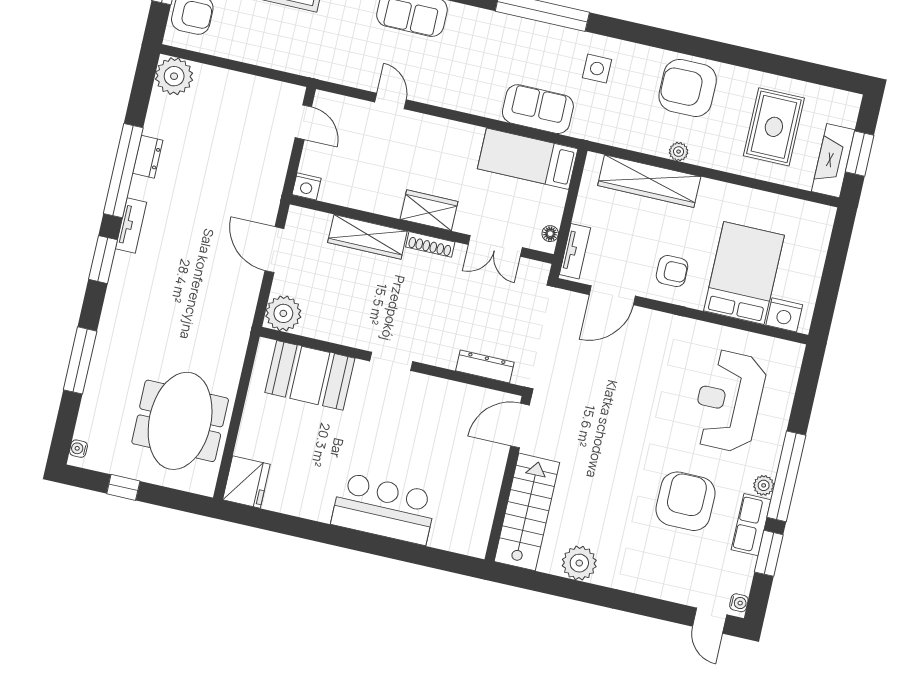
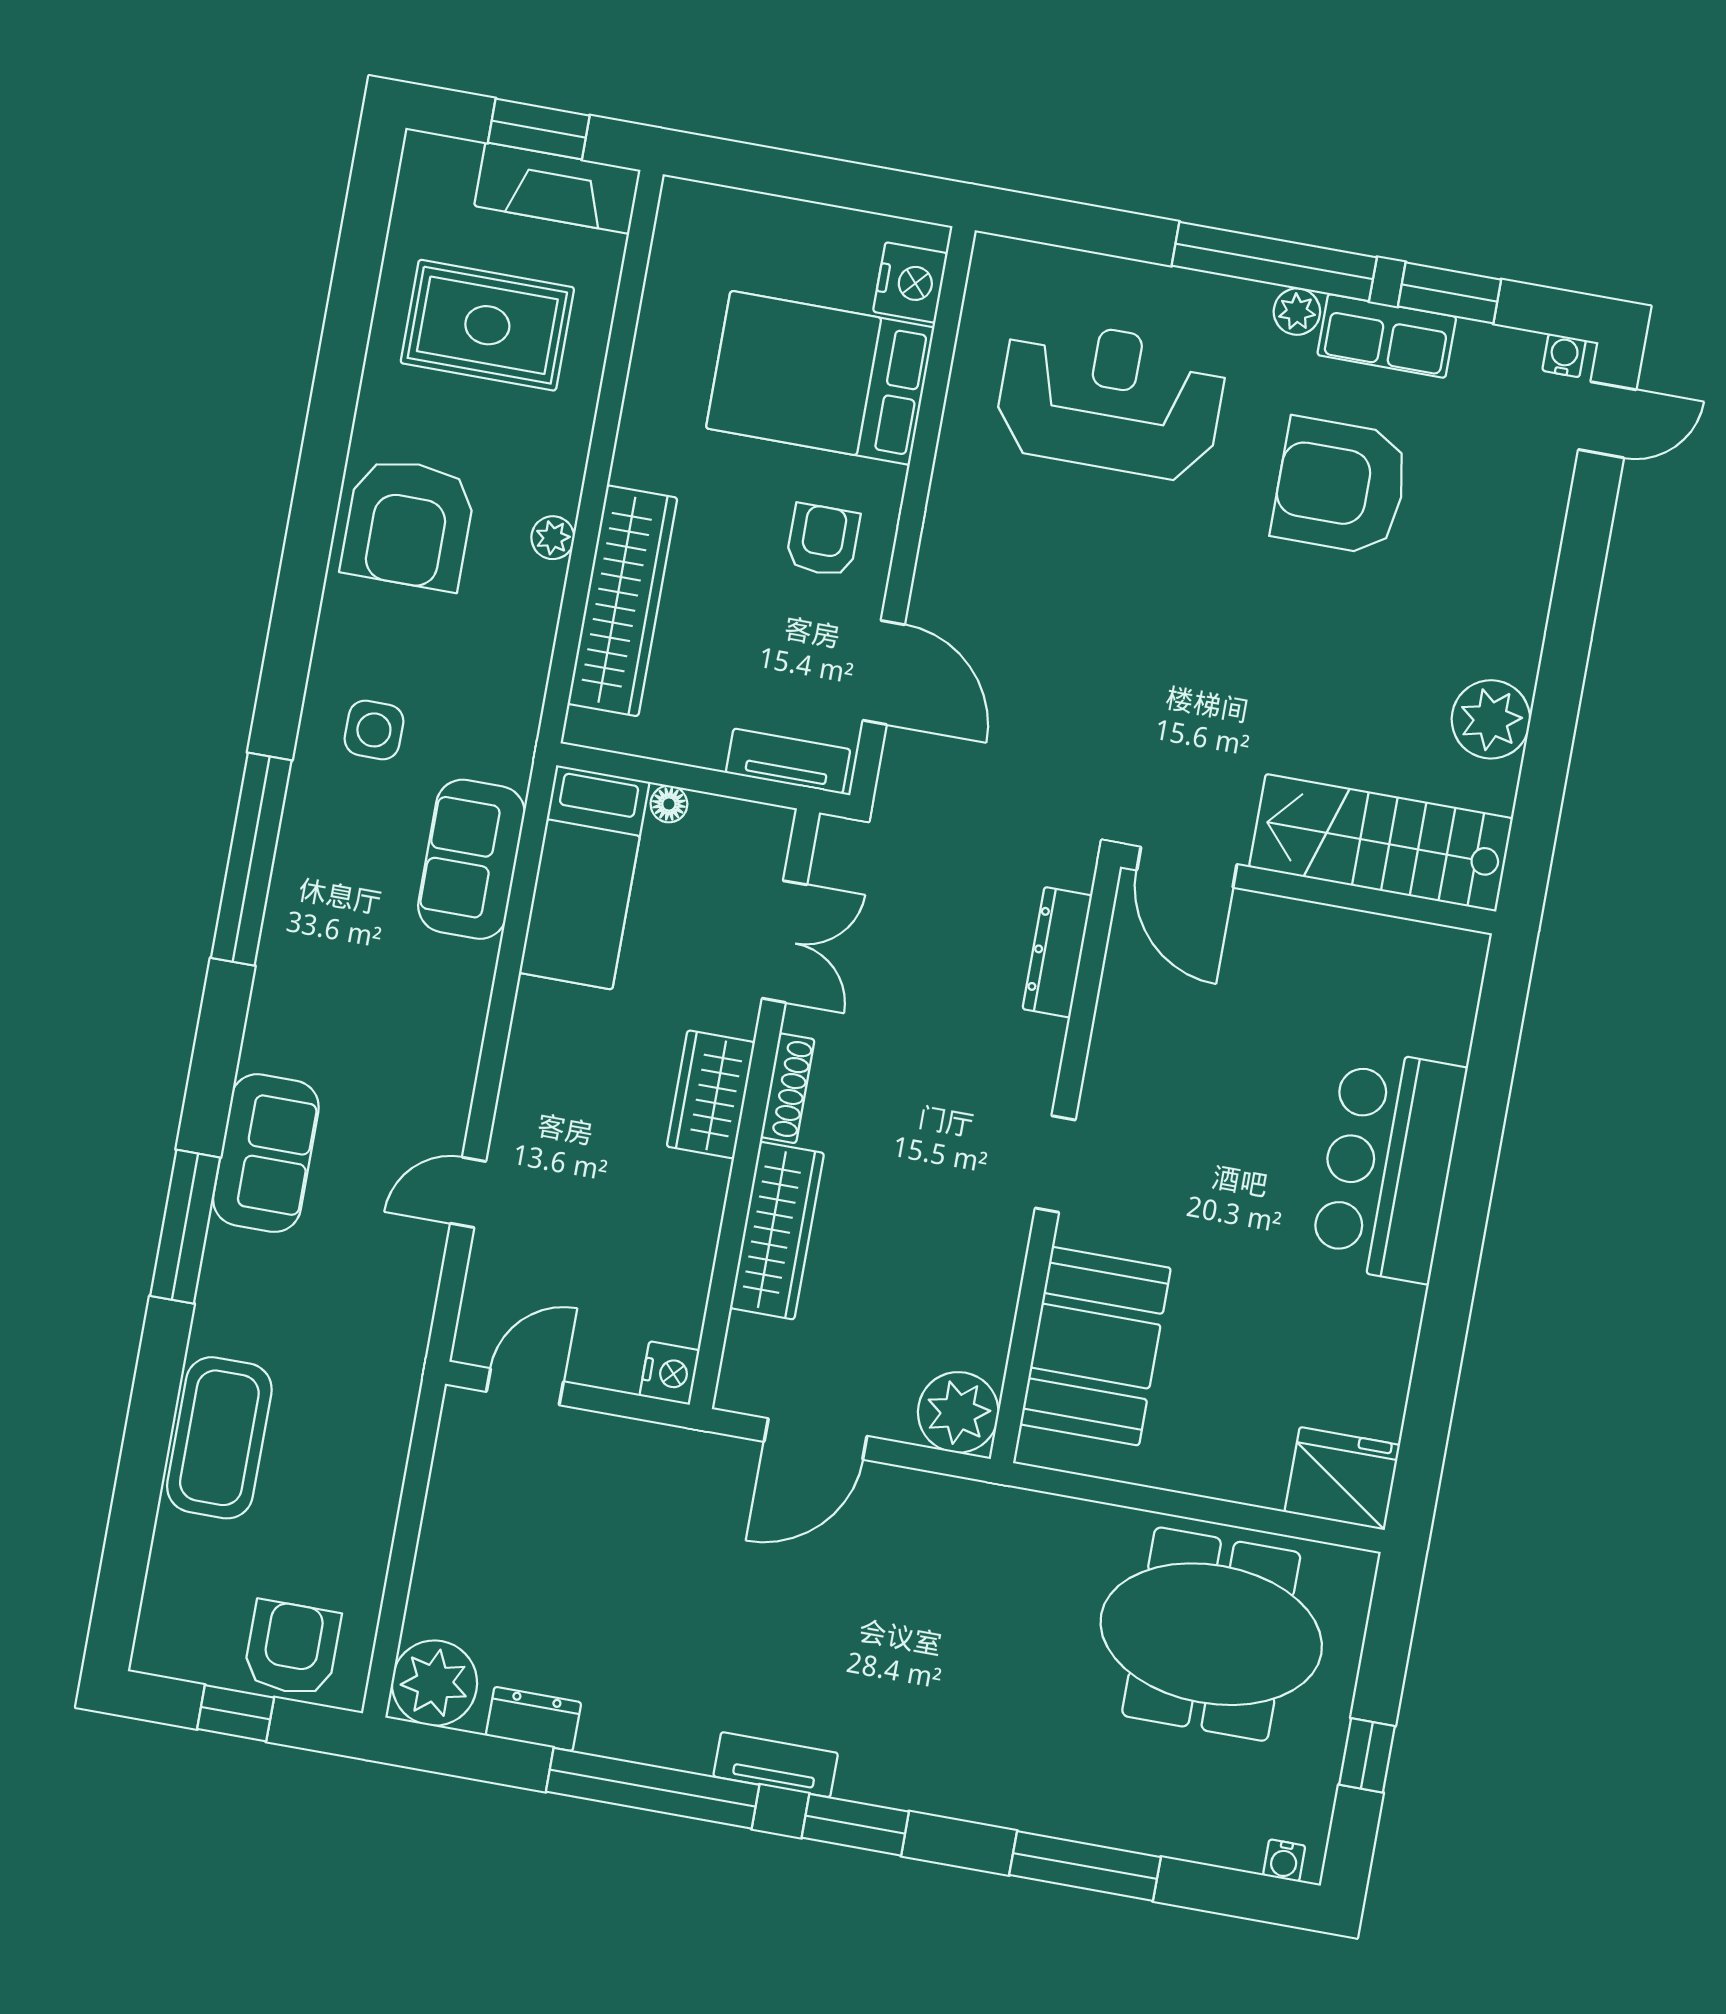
dresser: (148, 157) -> (533, 1719), moved
floor lamp: (550, 234) -> (669, 804), moved
reception desk: (729, 401) -> (1110, 399), turned 180

